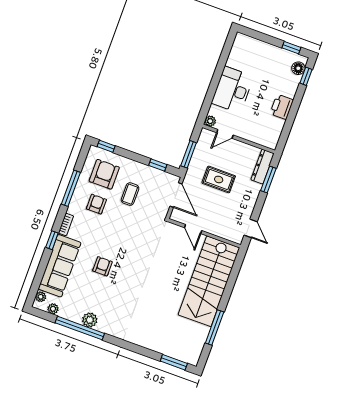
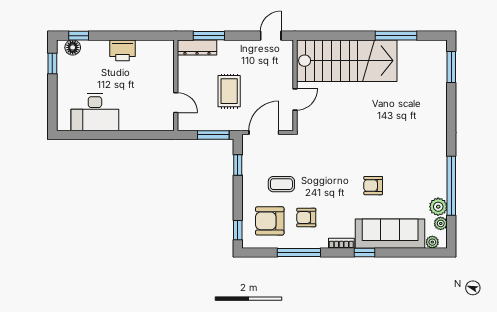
desk: (232, 90) -> (95, 112), moved
plant: (210, 121) -> (168, 124), removed
plant: (90, 320) -> (438, 207), moved

